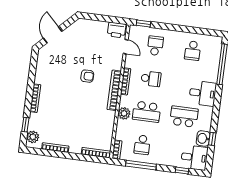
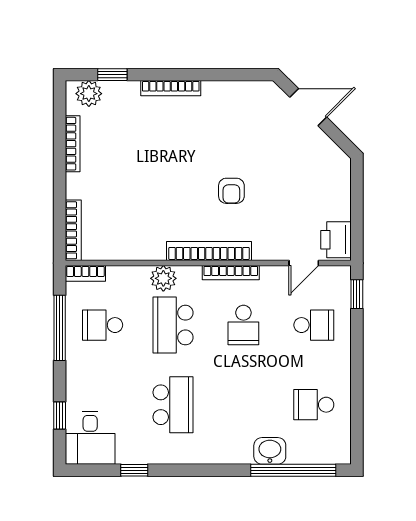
desk: (203, 93) -> (227, 437), removed
washbasin: (203, 138) -> (270, 451), moved

